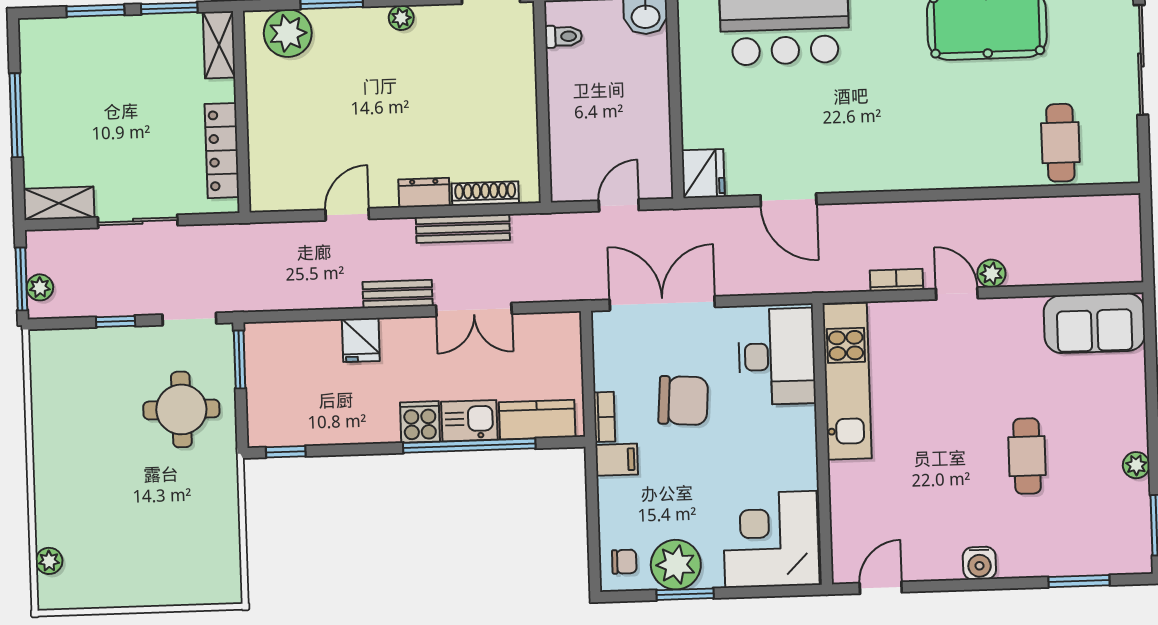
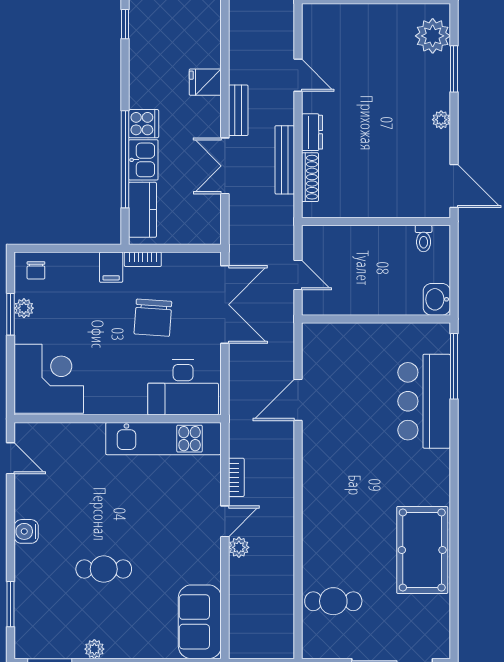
fridge: (703, 174) -> (319, 338), removed
plant: (676, 565) -> (24, 308), width x0.53, depth x0.53

